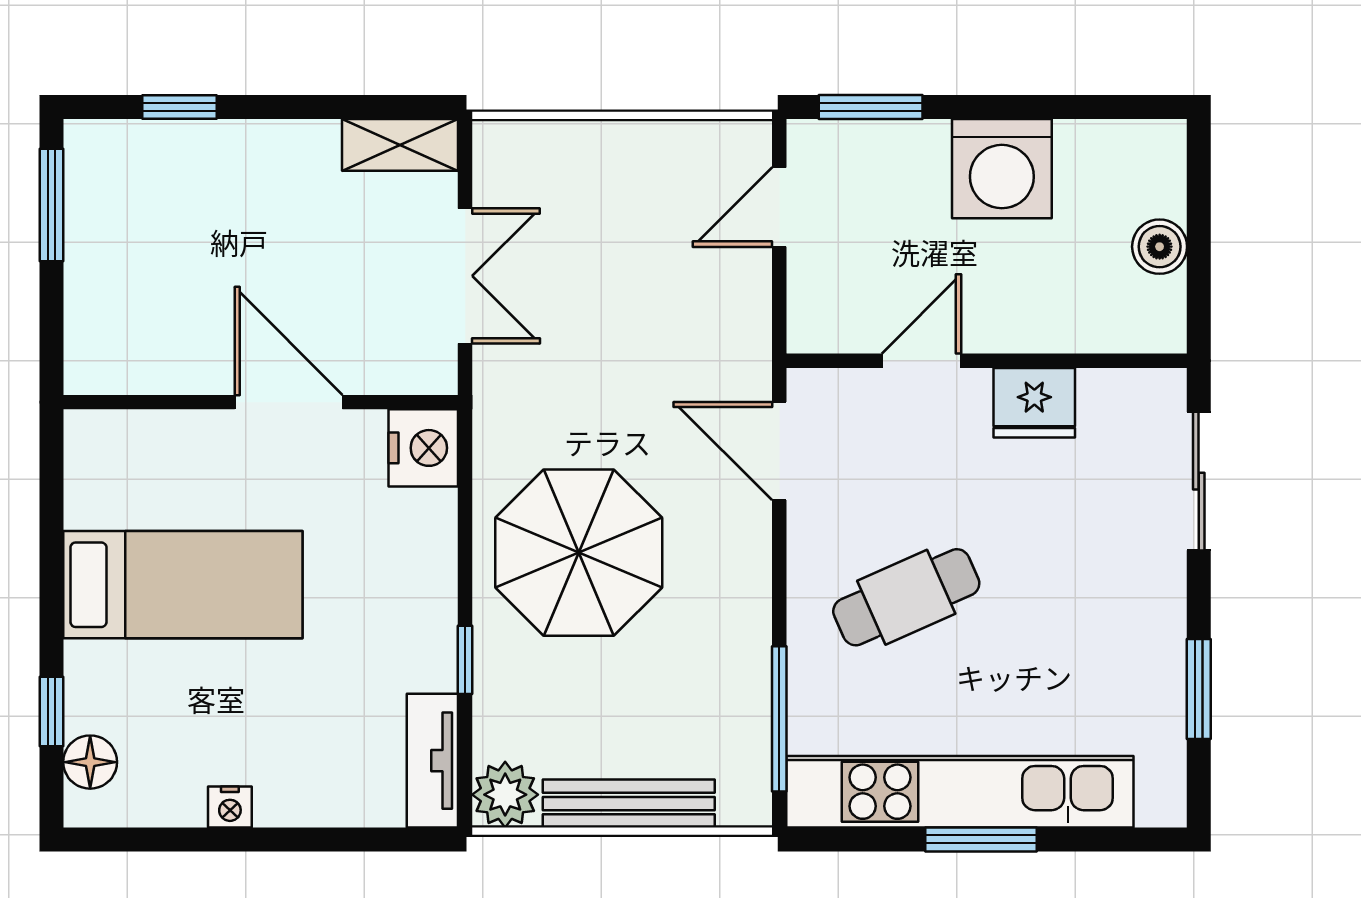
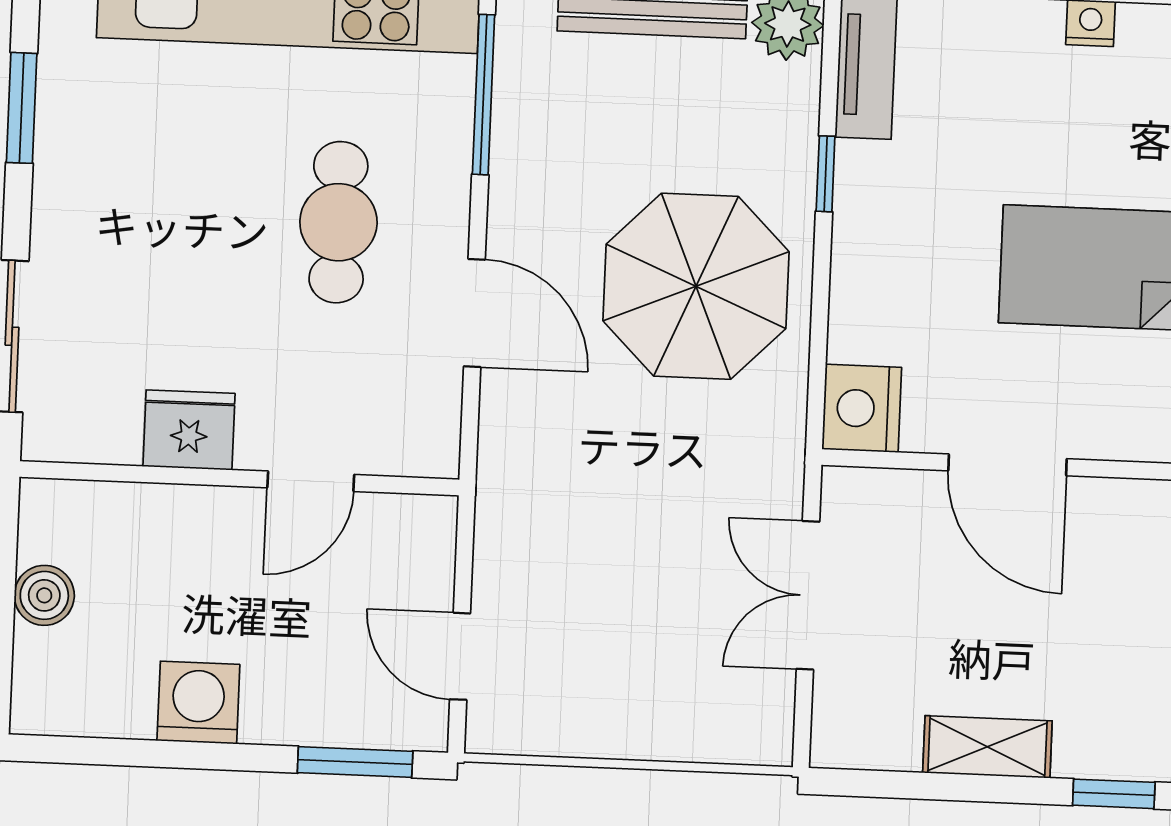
shelving: (400, 145) -> (987, 747), moved
washing machine: (1002, 169) -> (198, 703), width x0.73, depth x0.73
door: (779, 207) -> (460, 656), swing flipped
door: (779, 451) -> (474, 313), moved
cafe table: (906, 597) -> (338, 222), turned -66

